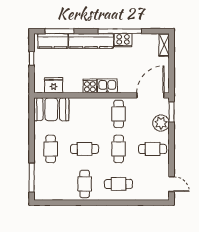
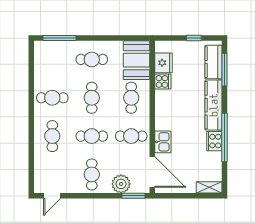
cooker: (90, 86) -> (163, 81), moved
kitchen sink: (107, 86) -> (163, 142), moved
cafe table: (85, 114) -> (131, 98), added

